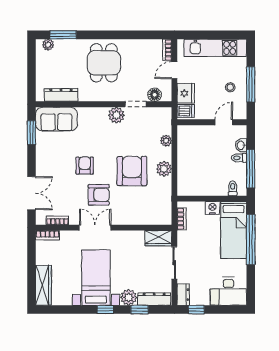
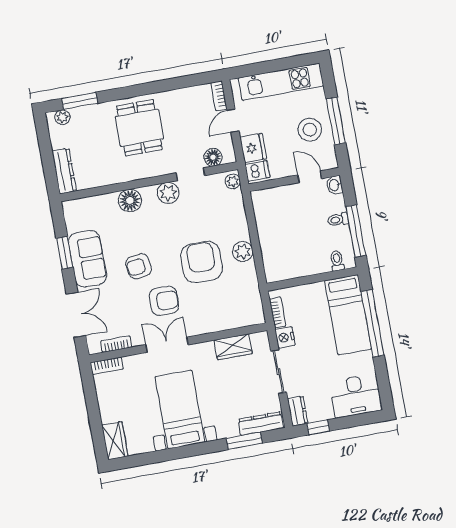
stool: (230, 87) -> (310, 130), width x1.89, depth x1.89
dresser: (61, 95) -> (64, 171), moved, turned 90
floor lamp: (87, 116) -> (130, 201), added
sofa: (56, 119) -> (88, 259), moved, turned -90
door: (224, 122) -> (310, 177), hinge flipped
window: (31, 133) -> (65, 253), moved
plant: (166, 141) -> (233, 181), moved
washbasin: (241, 145) -> (334, 185), moved
armchair: (85, 166) -> (139, 266), turned -99
nightstand: (212, 208) -> (285, 337), moved, turned -90
wardrobe: (158, 238) -> (233, 347), moved
wardrobe: (43, 285) -> (115, 441), width x0.67
plant: (129, 297) -> (227, 427), removed
window: (105, 310) -> (200, 449), removed
window: (140, 310) -> (244, 441), width x1.50

